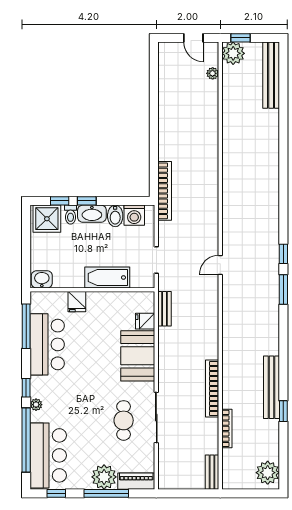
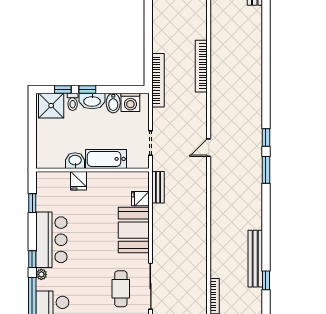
washbasin: (42, 279) -> (75, 161), moved
window: (26, 326) -> (32, 203), width x0.46
bar counter: (47, 344) -> (51, 240), moved
bookcase: (212, 389) -> (201, 66), moved

